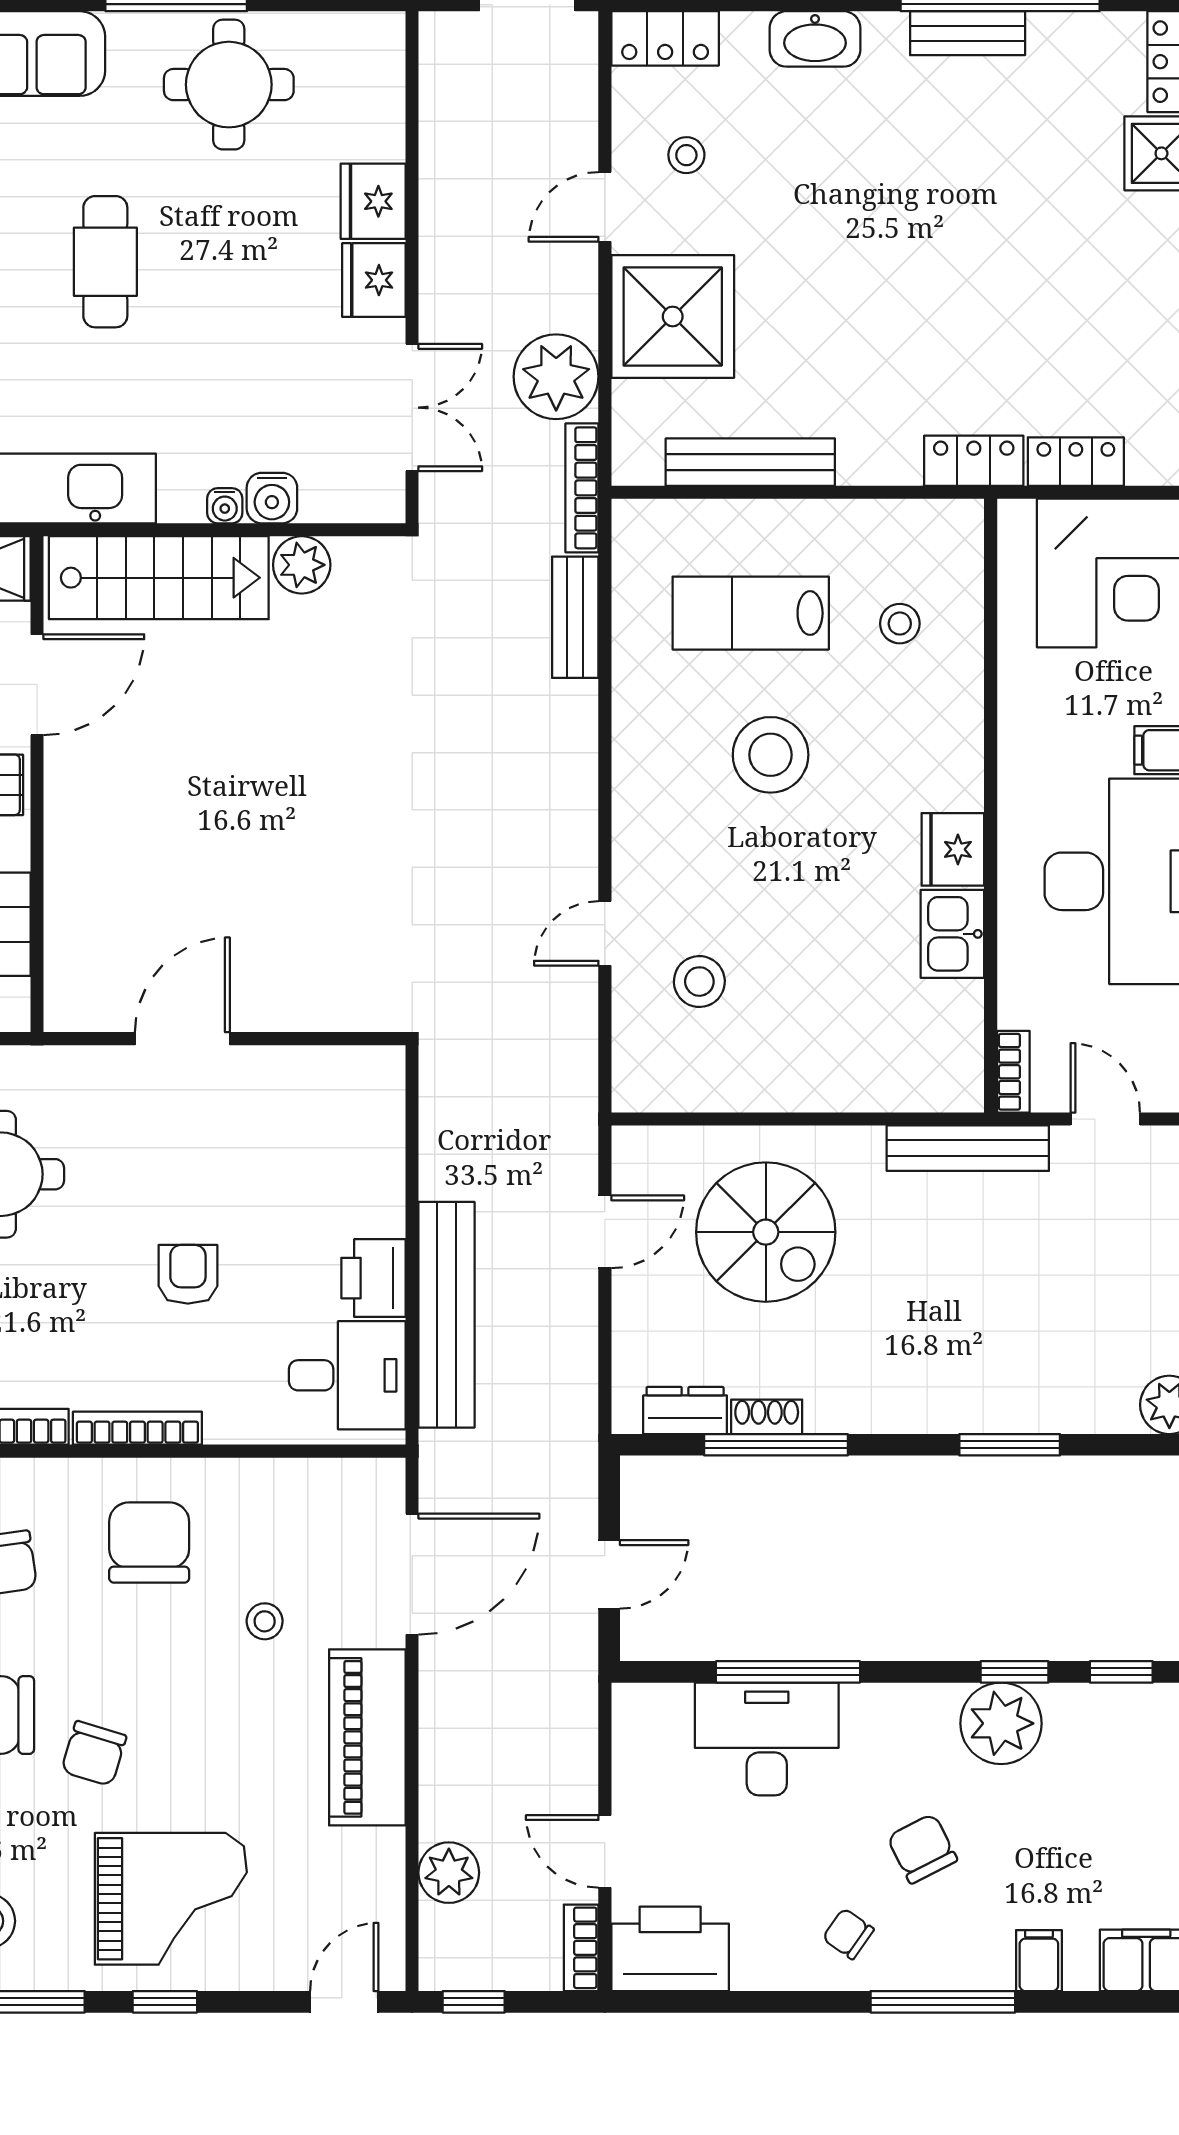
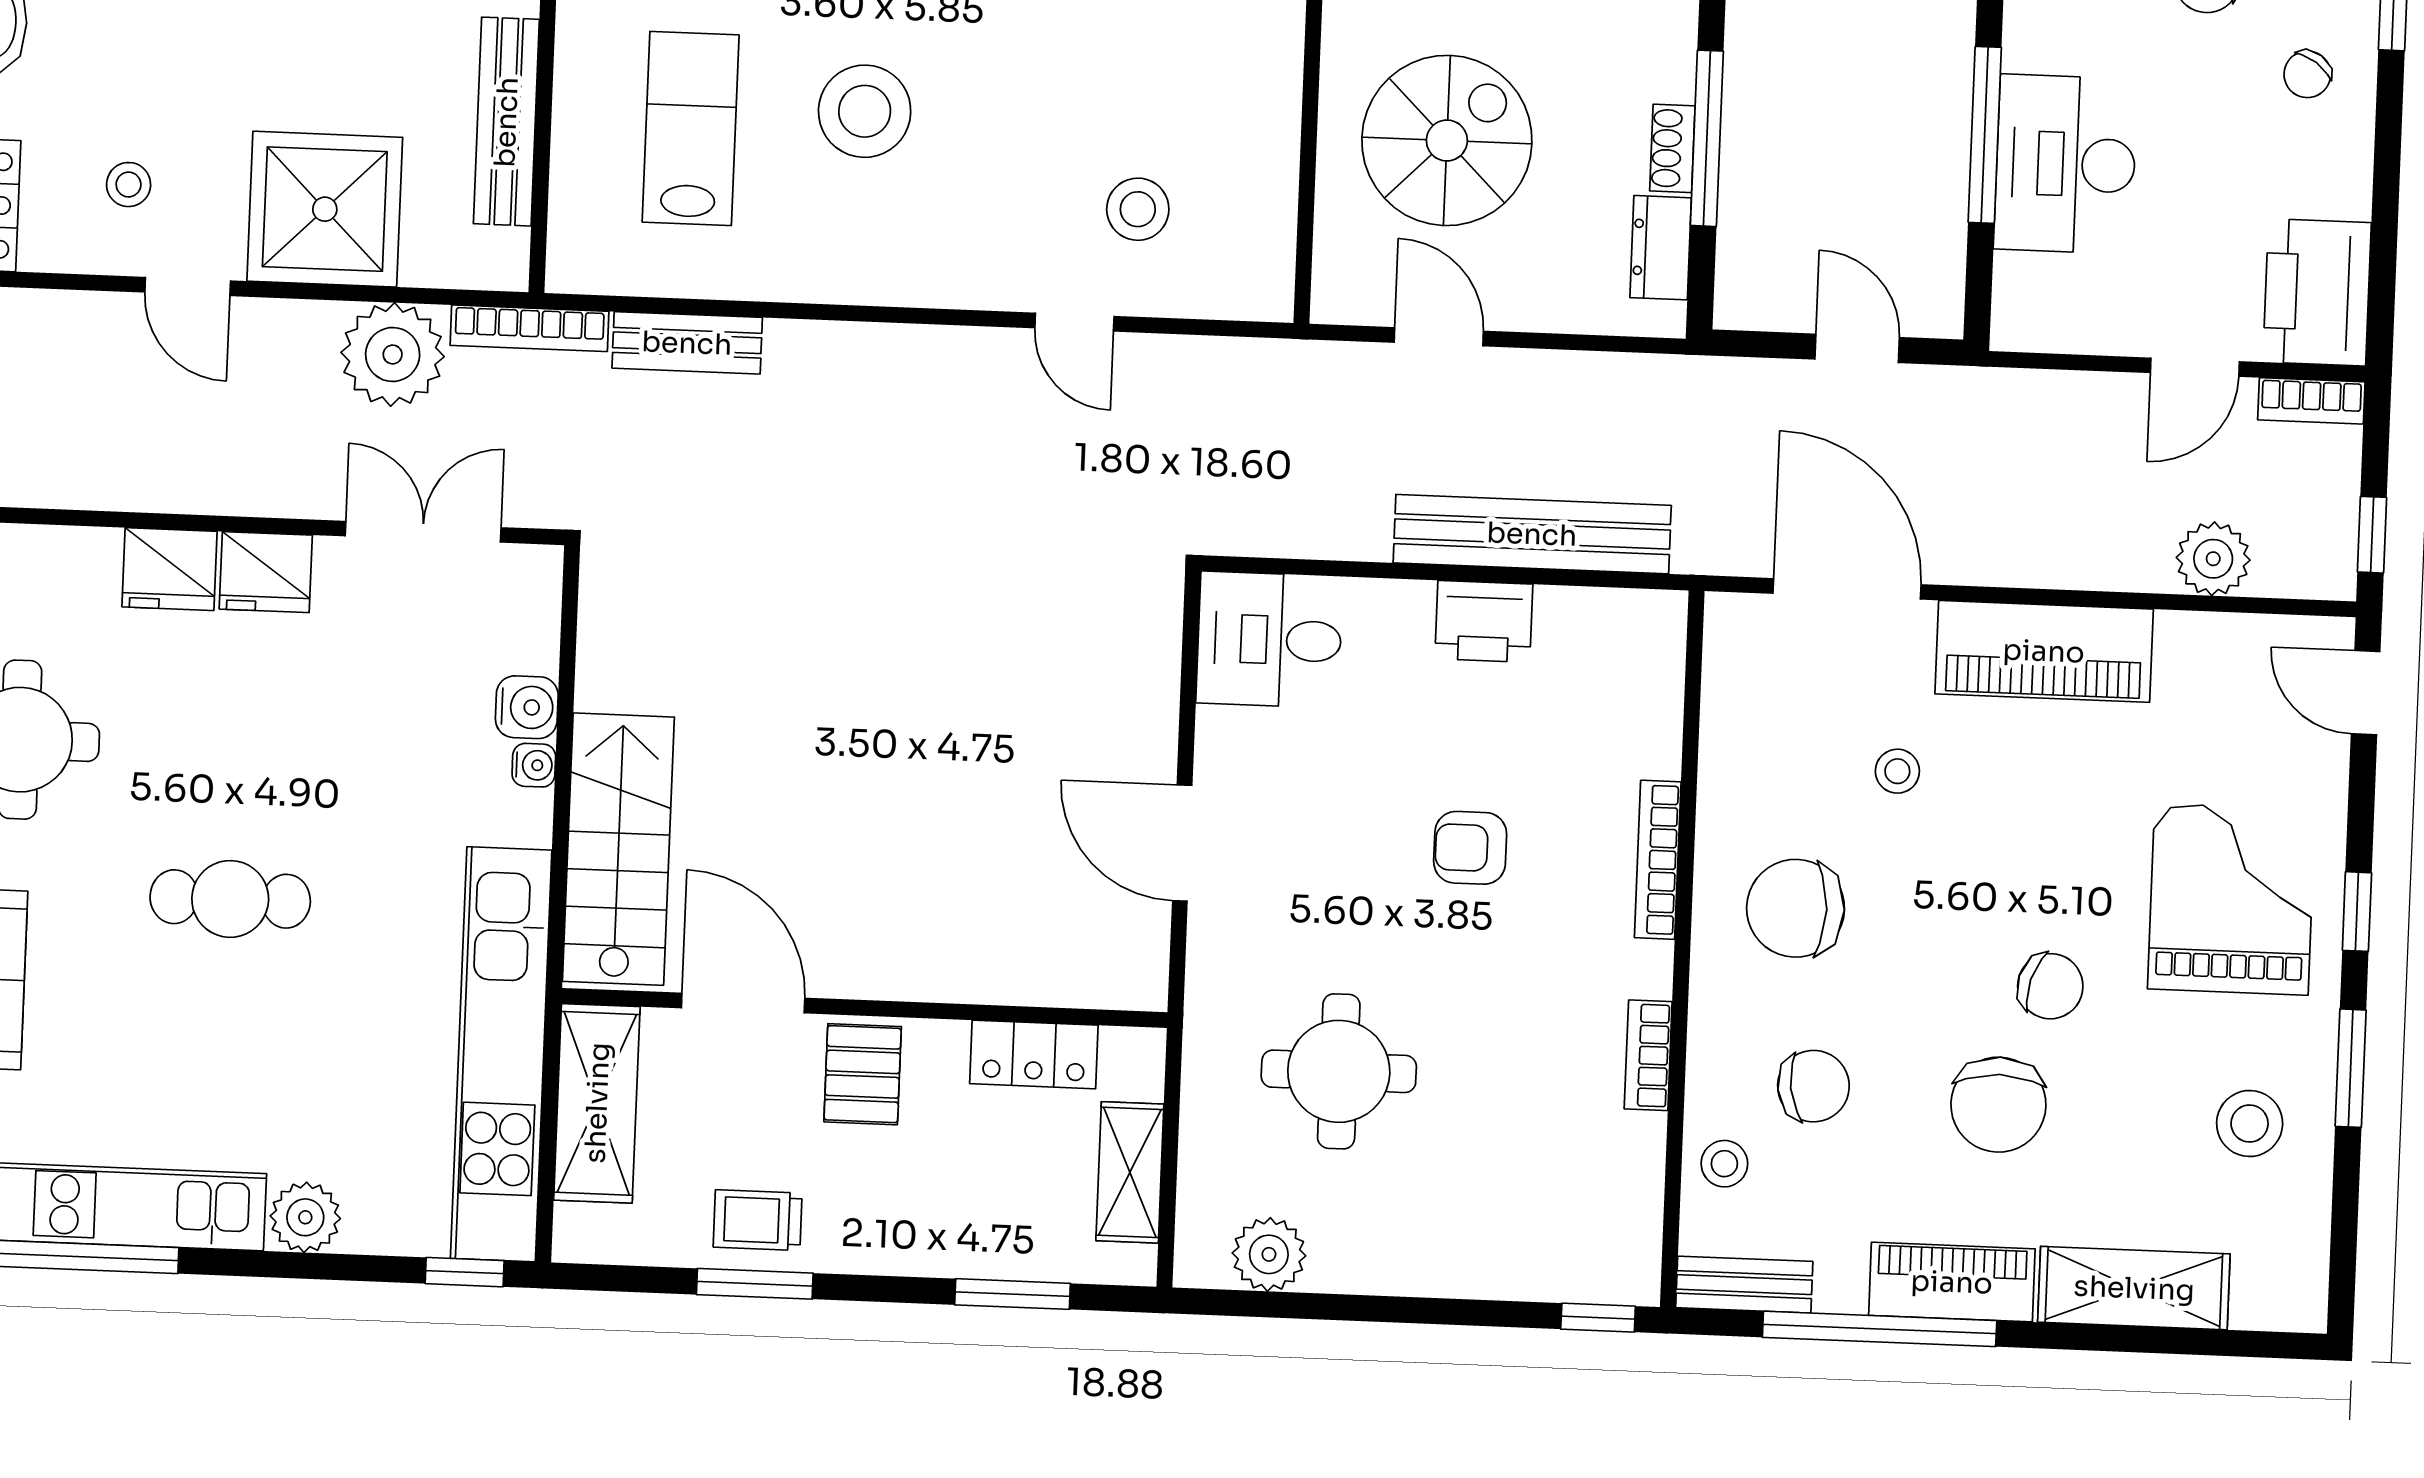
plant: (302, 565) -> (610, 674), removed
lab bench: (751, 613) -> (691, 128), turned 180
desk: (347, 1375) -> (1270, 640), moved, turned -90
bookcase: (137, 1428) -> (1658, 860), moved

